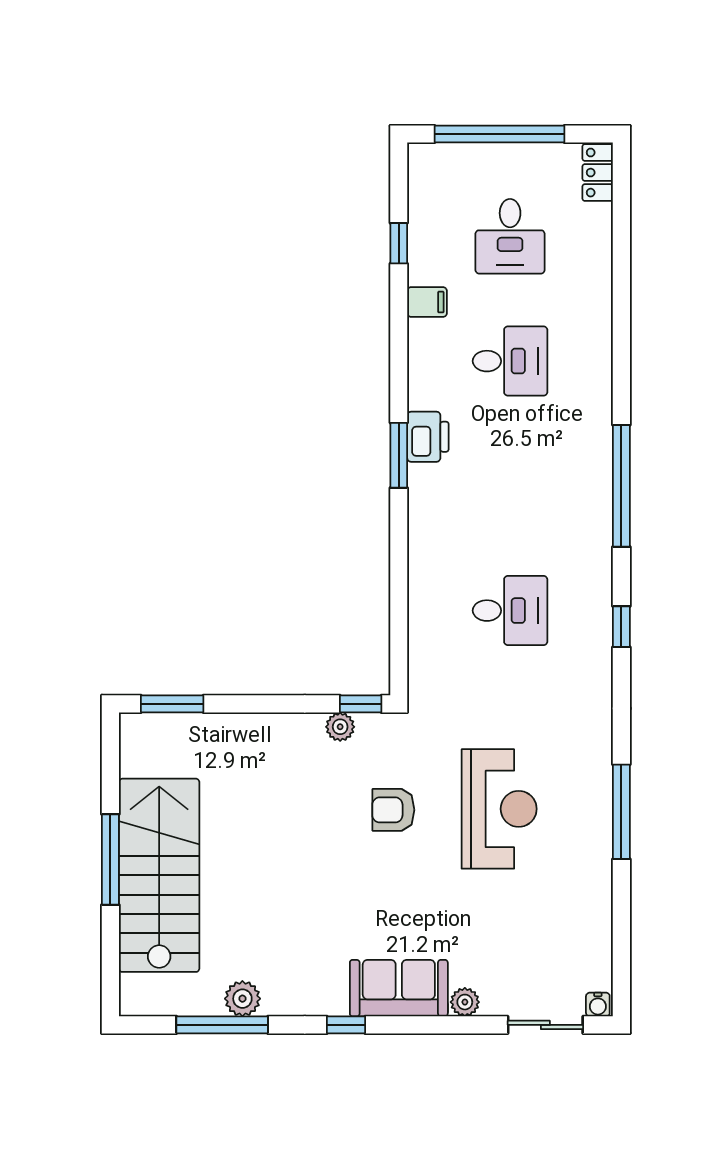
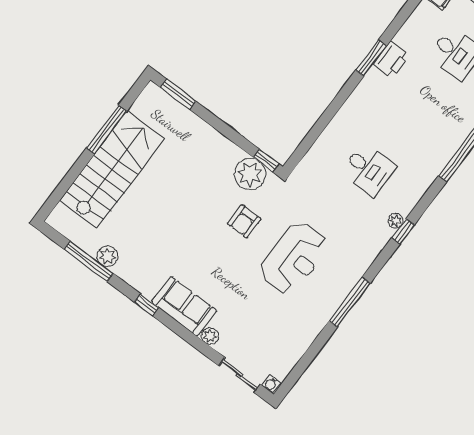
window: (621, 627) -> (403, 231), moved
plant: (600, 653) -> (396, 221), added
plant: (340, 727) -> (250, 174), width x1.87, depth x1.87
armchair: (393, 810) -> (244, 221), turned -90
window: (110, 859) -> (107, 130), moved

